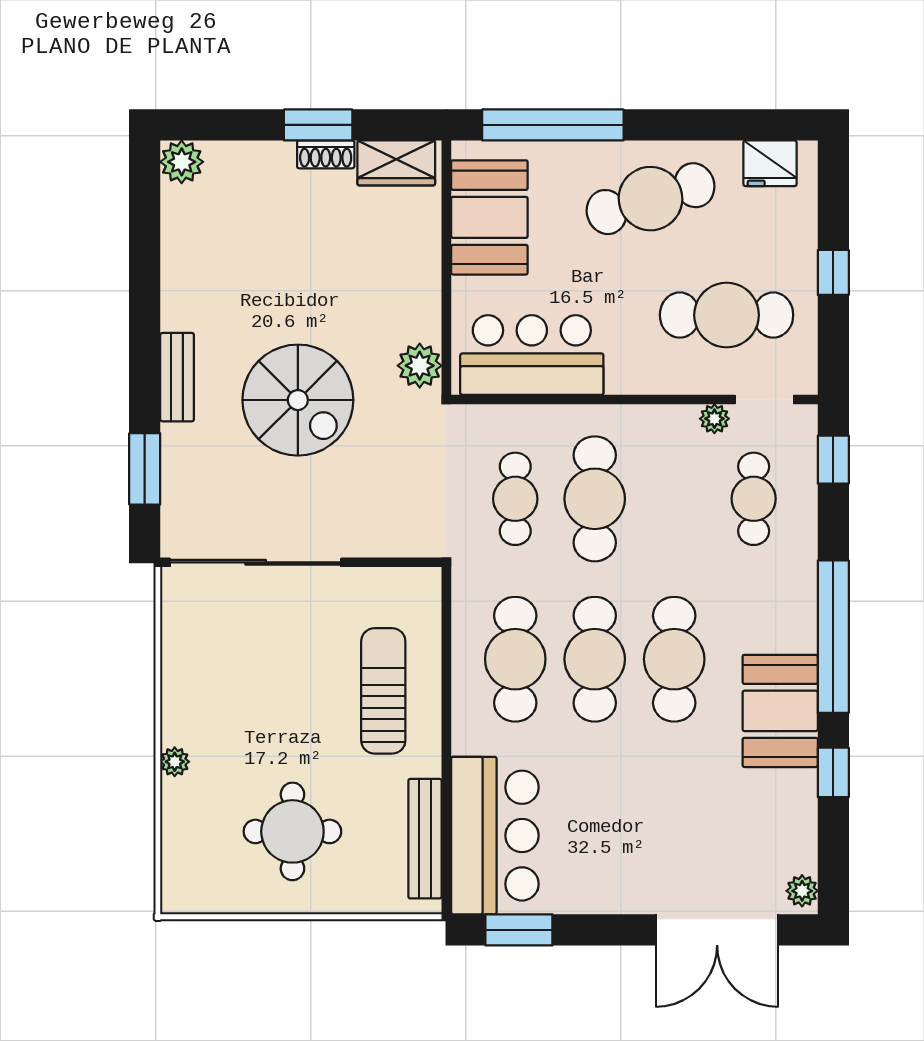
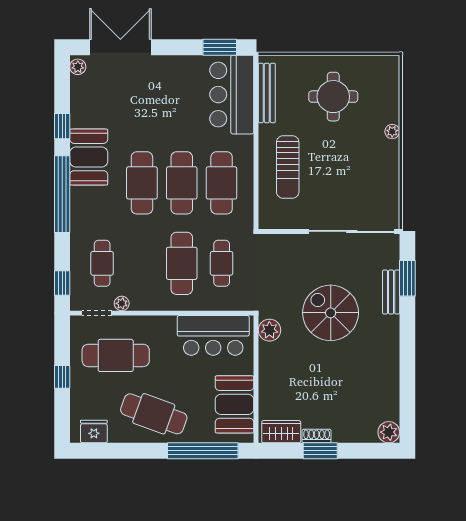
cafe table: (651, 199) -> (154, 414), turned 37
bench: (177, 377) -> (391, 292), moved

